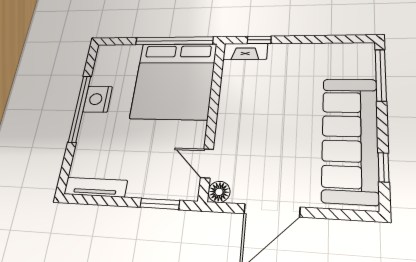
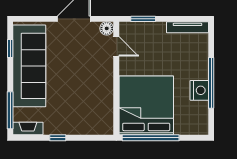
window: (259, 40) -> (58, 138), moved
fireplace: (245, 51) -> (28, 128), moved

